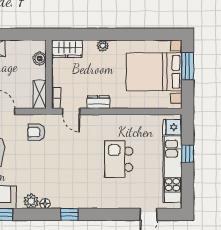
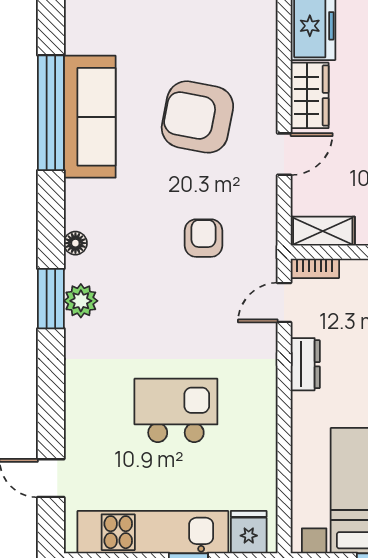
armchair: (36, 132) -> (204, 238), moved
plant: (31, 201) -> (81, 301), moved
window: (69, 214) -> (51, 299), width x1.50

